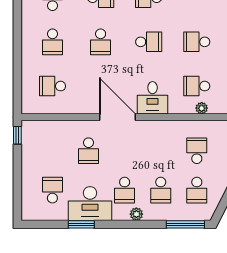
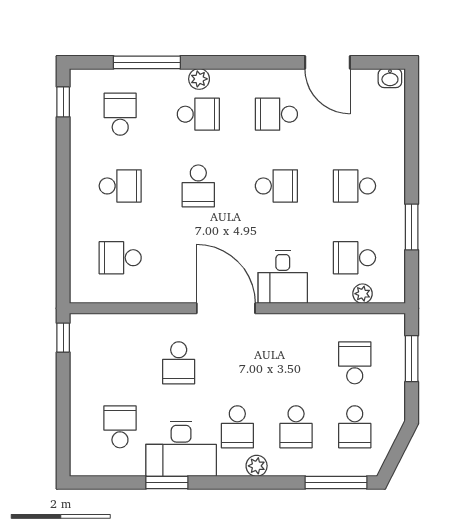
school desk: (53, 42) -> (120, 186), turned -90

